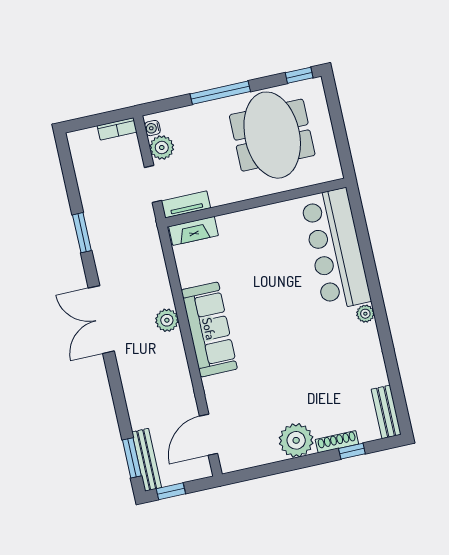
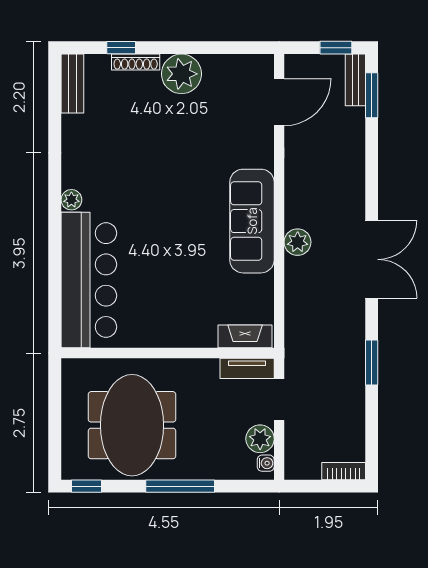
bookcase: (117, 129) -> (344, 471), moved
bench: (147, 460) -> (355, 80), width x0.73

